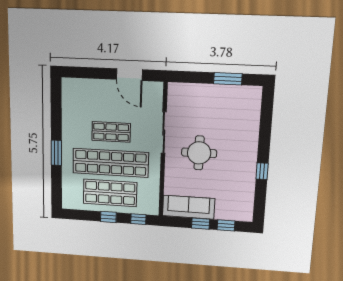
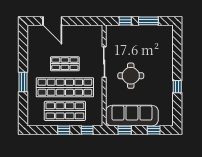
door: (129, 75) -> (52, 21), moved
window: (195, 77) -> (125, 21), added
sofa: (189, 207) -> (132, 116), width x1.36, depth x1.27
window: (201, 224) -> (125, 130), moved

